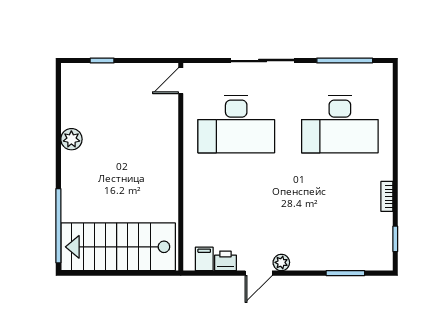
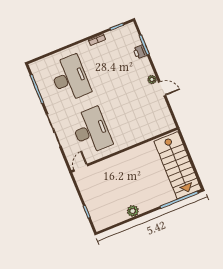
door: (181, 81) -> (81, 168), swing flipped
filing cabinet: (204, 259) -> (166, 119), removed
printer: (225, 261) -> (140, 52), moved

